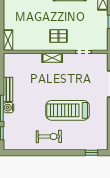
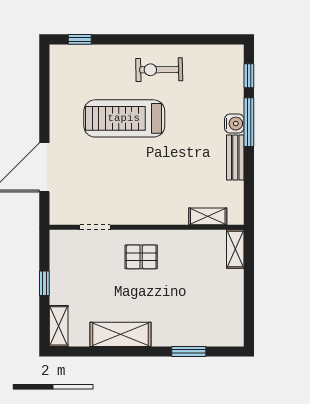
shelving: (52, 58) -> (208, 216), moved
treadmill: (68, 110) -> (124, 118), turned 180

